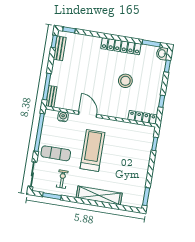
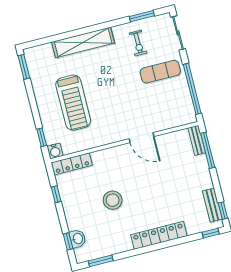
locker: (121, 46) -> (159, 235), moved
washbasin: (162, 54) -> (78, 239), moved
water cooler: (63, 117) -> (55, 151), moved
treadmill: (92, 150) -> (73, 103), moved

